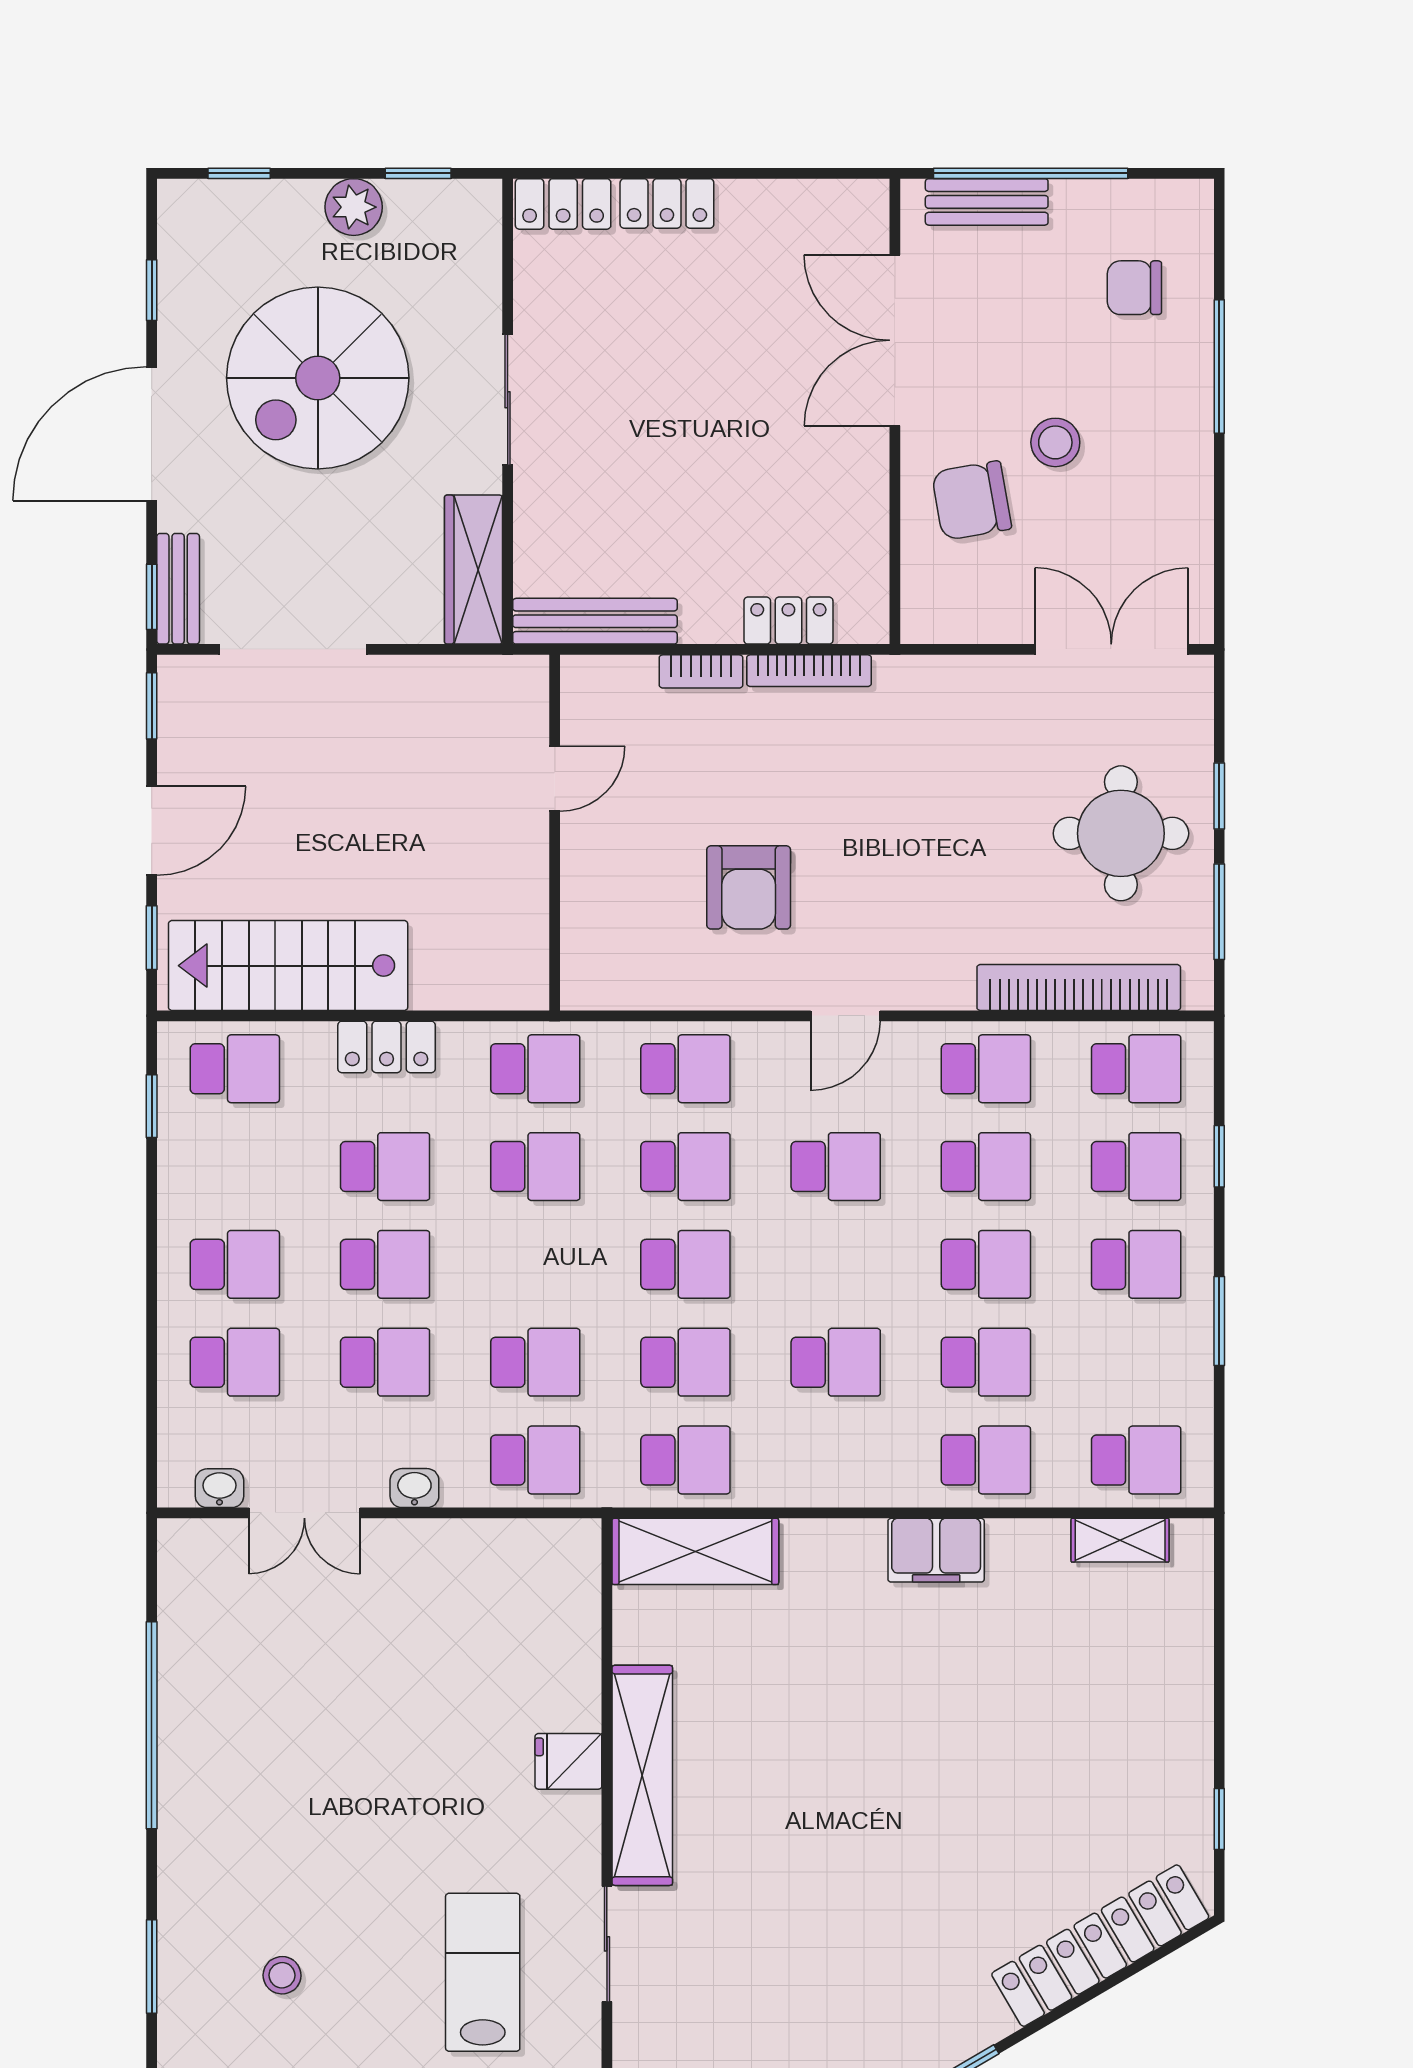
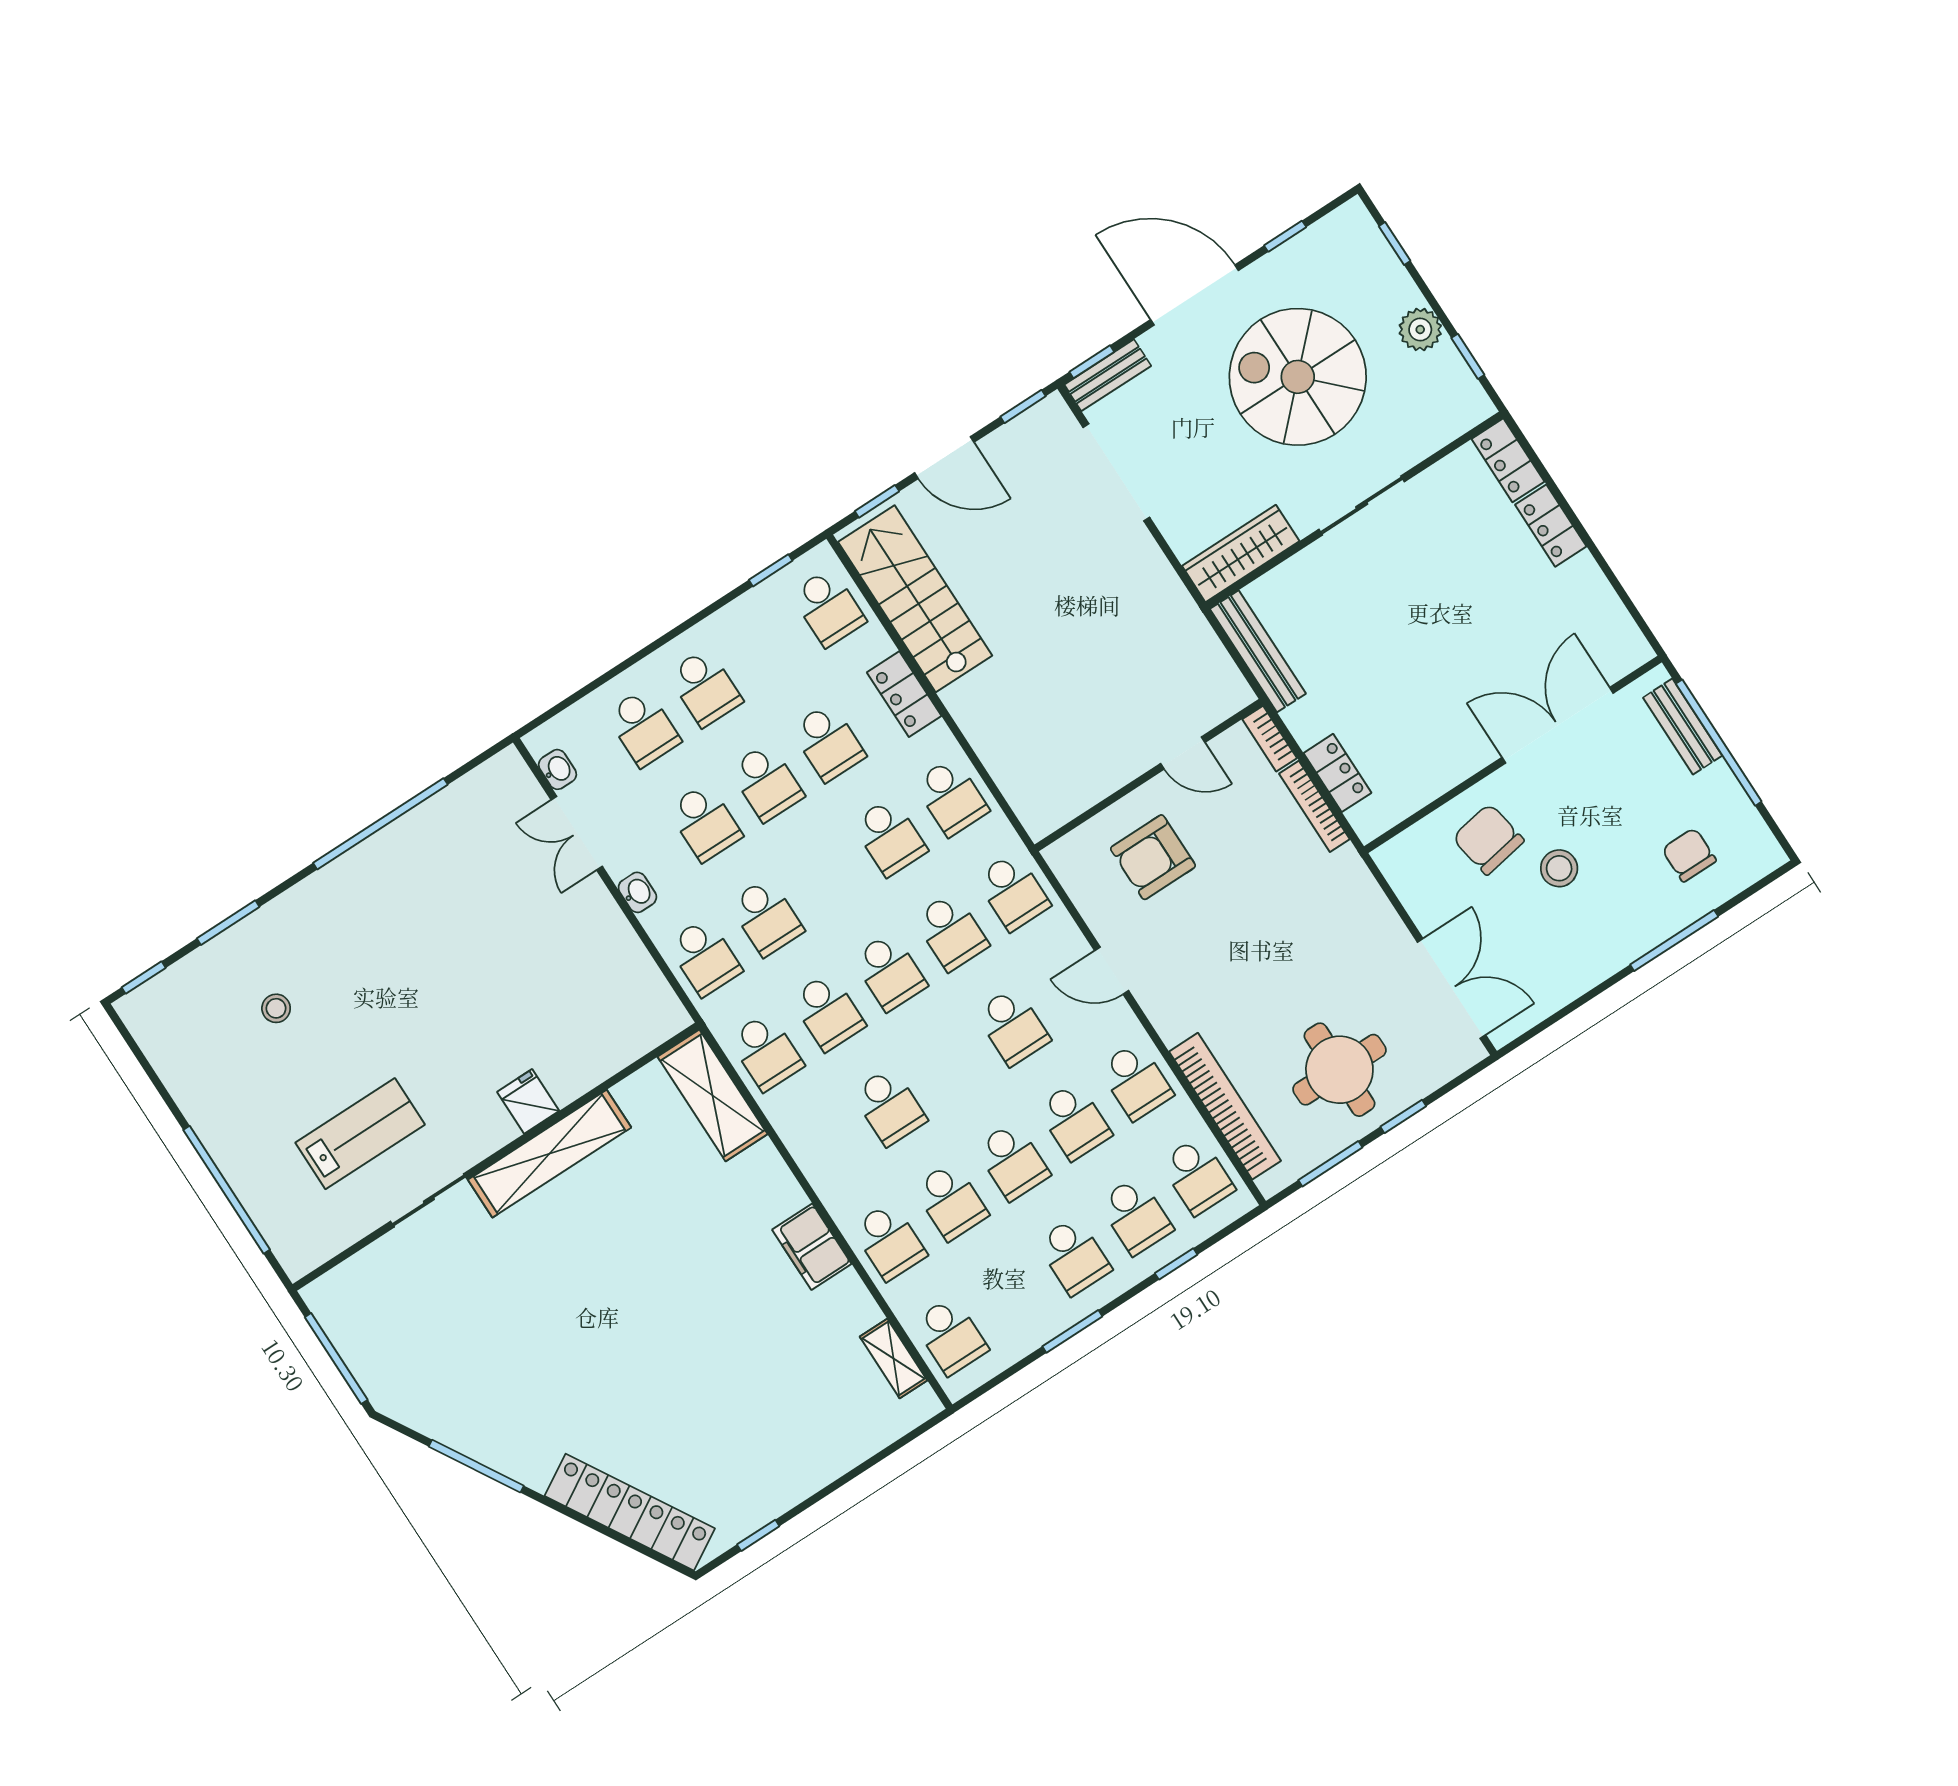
door: (555, 779) -> (1183, 753), moved
wall: (555, 833) -> (1149, 775), moved

